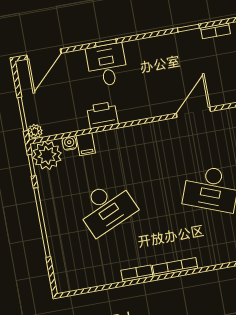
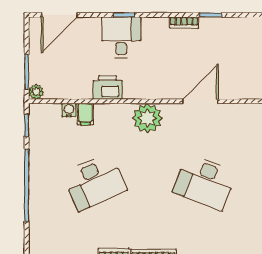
bookcase: (215, 31) -> (184, 23), moved
plant: (47, 155) -> (147, 118), moved

